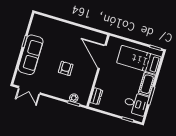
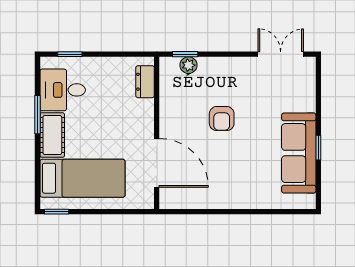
sofa: (31, 55) -> (299, 153), moved

